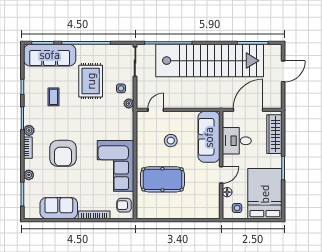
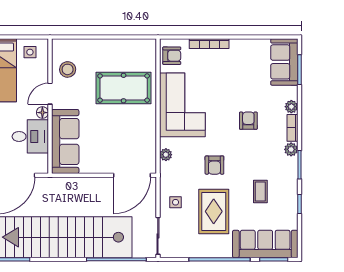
plant: (129, 104) -> (166, 155), moved
door: (156, 110) -> (132, 175), width x1.87
armchair: (90, 118) -> (214, 165), added
stool: (171, 141) -> (68, 69), moved
armchair: (63, 153) -> (248, 121), width x0.53, depth x0.53
plant: (29, 175) -> (291, 107), moved
floor lamp: (227, 192) -> (42, 113), moved
sofa: (59, 208) -> (284, 62), moved, turned 90

